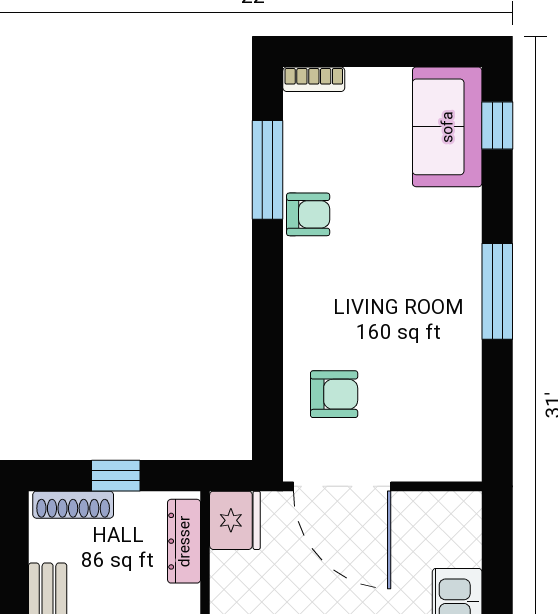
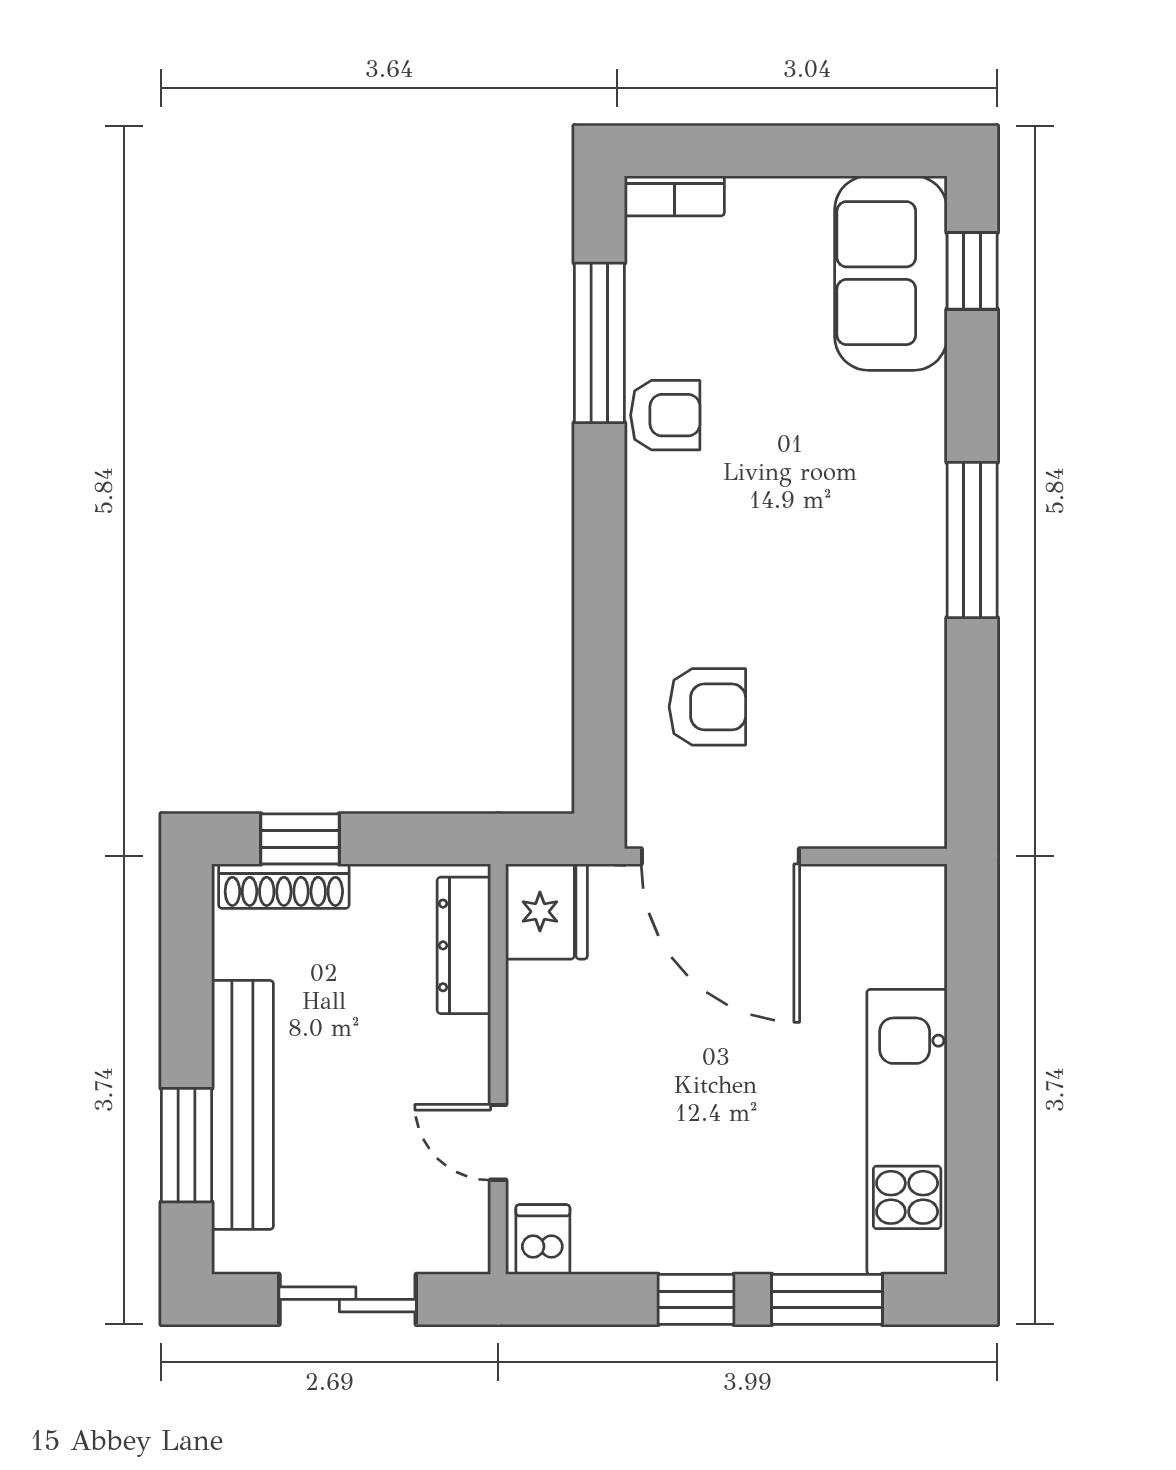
window: (116, 476) -> (300, 839), moved

